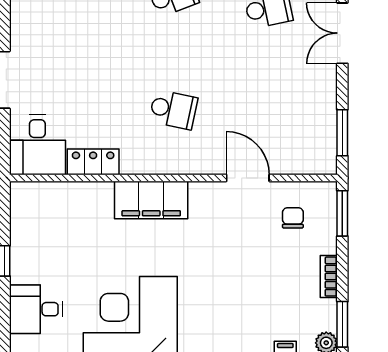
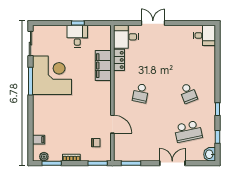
door: (248, 178) -> (112, 124), hinge flipped
filing cabinet: (151, 200) -> (103, 66), moved
desk: (36, 309) -> (77, 36), moved

